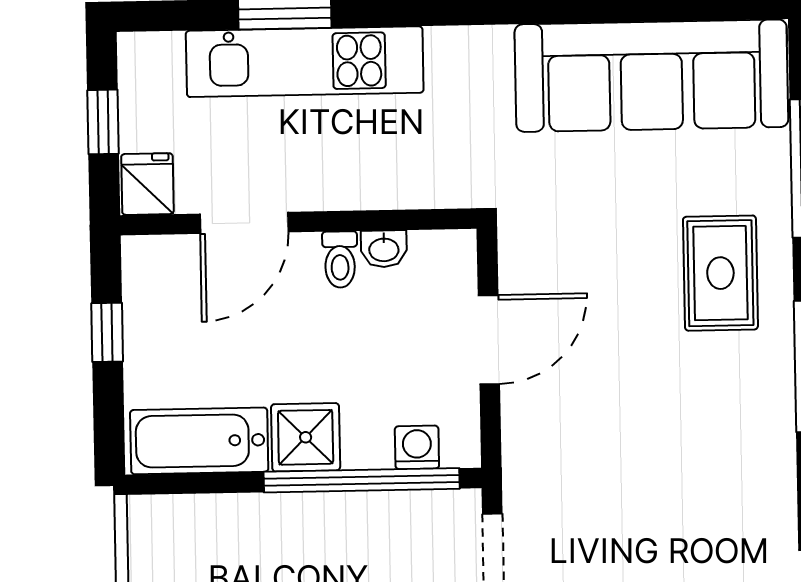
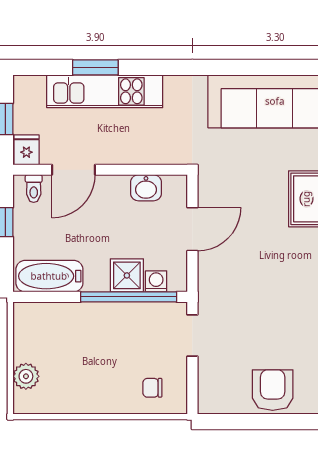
washbasin: (384, 249) -> (146, 188), width x1.38, depth x1.45
toilet: (340, 259) -> (34, 189), moved
shower: (306, 437) -> (127, 275), moved

